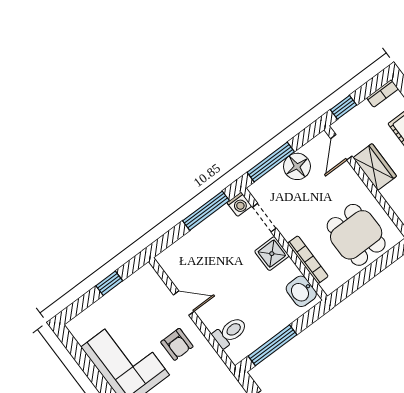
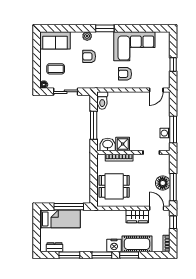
window: (271, 162) -> (173, 187), moved
washing machine: (239, 204) -> (165, 133), moved
shower: (272, 254) -> (123, 144), moved
door: (184, 303) -> (156, 90), moved
toilet: (230, 332) -> (102, 101), moved
window: (273, 345) -> (94, 125), moved

